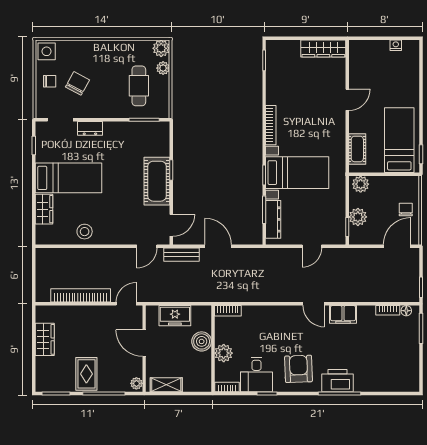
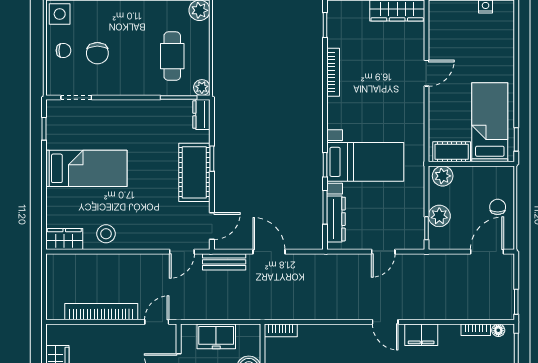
plant: (163, 68) -> (202, 87), moved
chair: (77, 83) -> (97, 53), turned 152
bookcase: (271, 125) -> (333, 72), moved
dresser: (90, 128) -> (201, 115), moved, turned 90
cot: (357, 149) -> (452, 152), moved, turned 90
wardrobe: (44, 209) -> (64, 239), moved, turned -90

